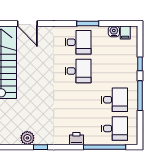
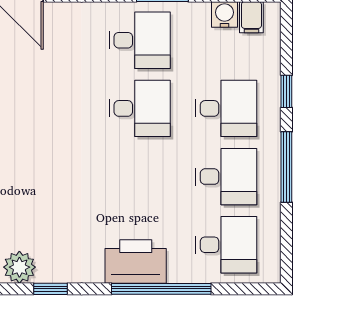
desk: (115, 71) -> (226, 108), added
printer: (76, 139) -> (136, 261), width x1.87, depth x1.48
window: (105, 147) -> (161, 289), moved

